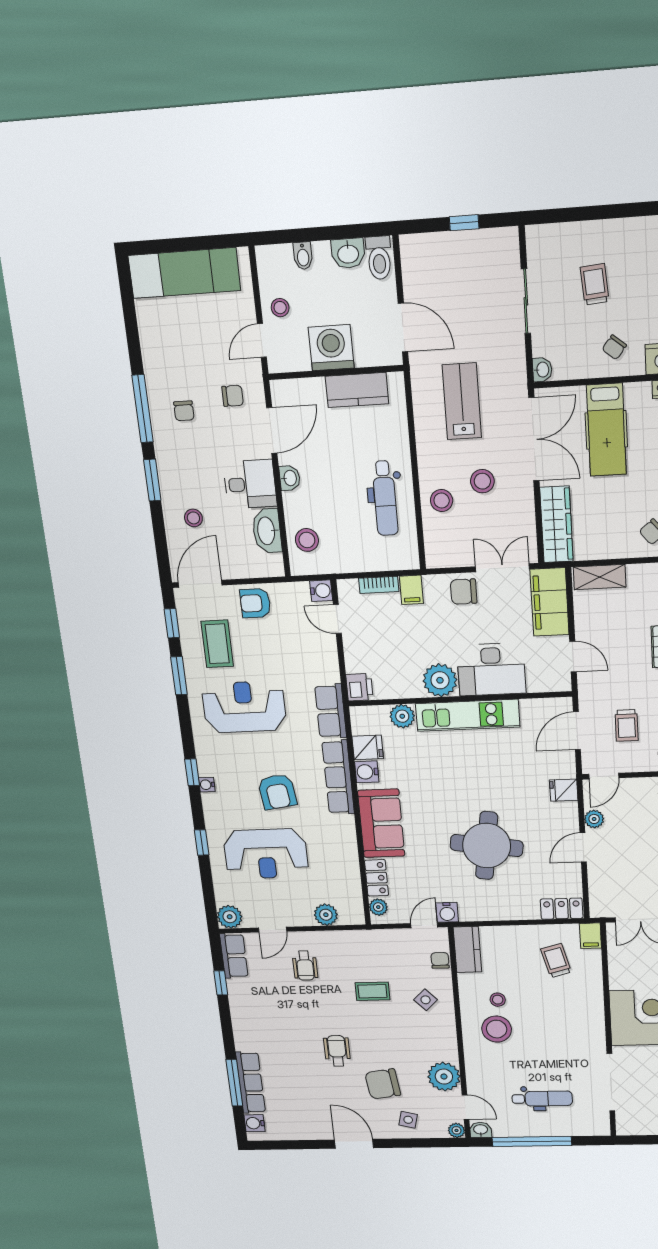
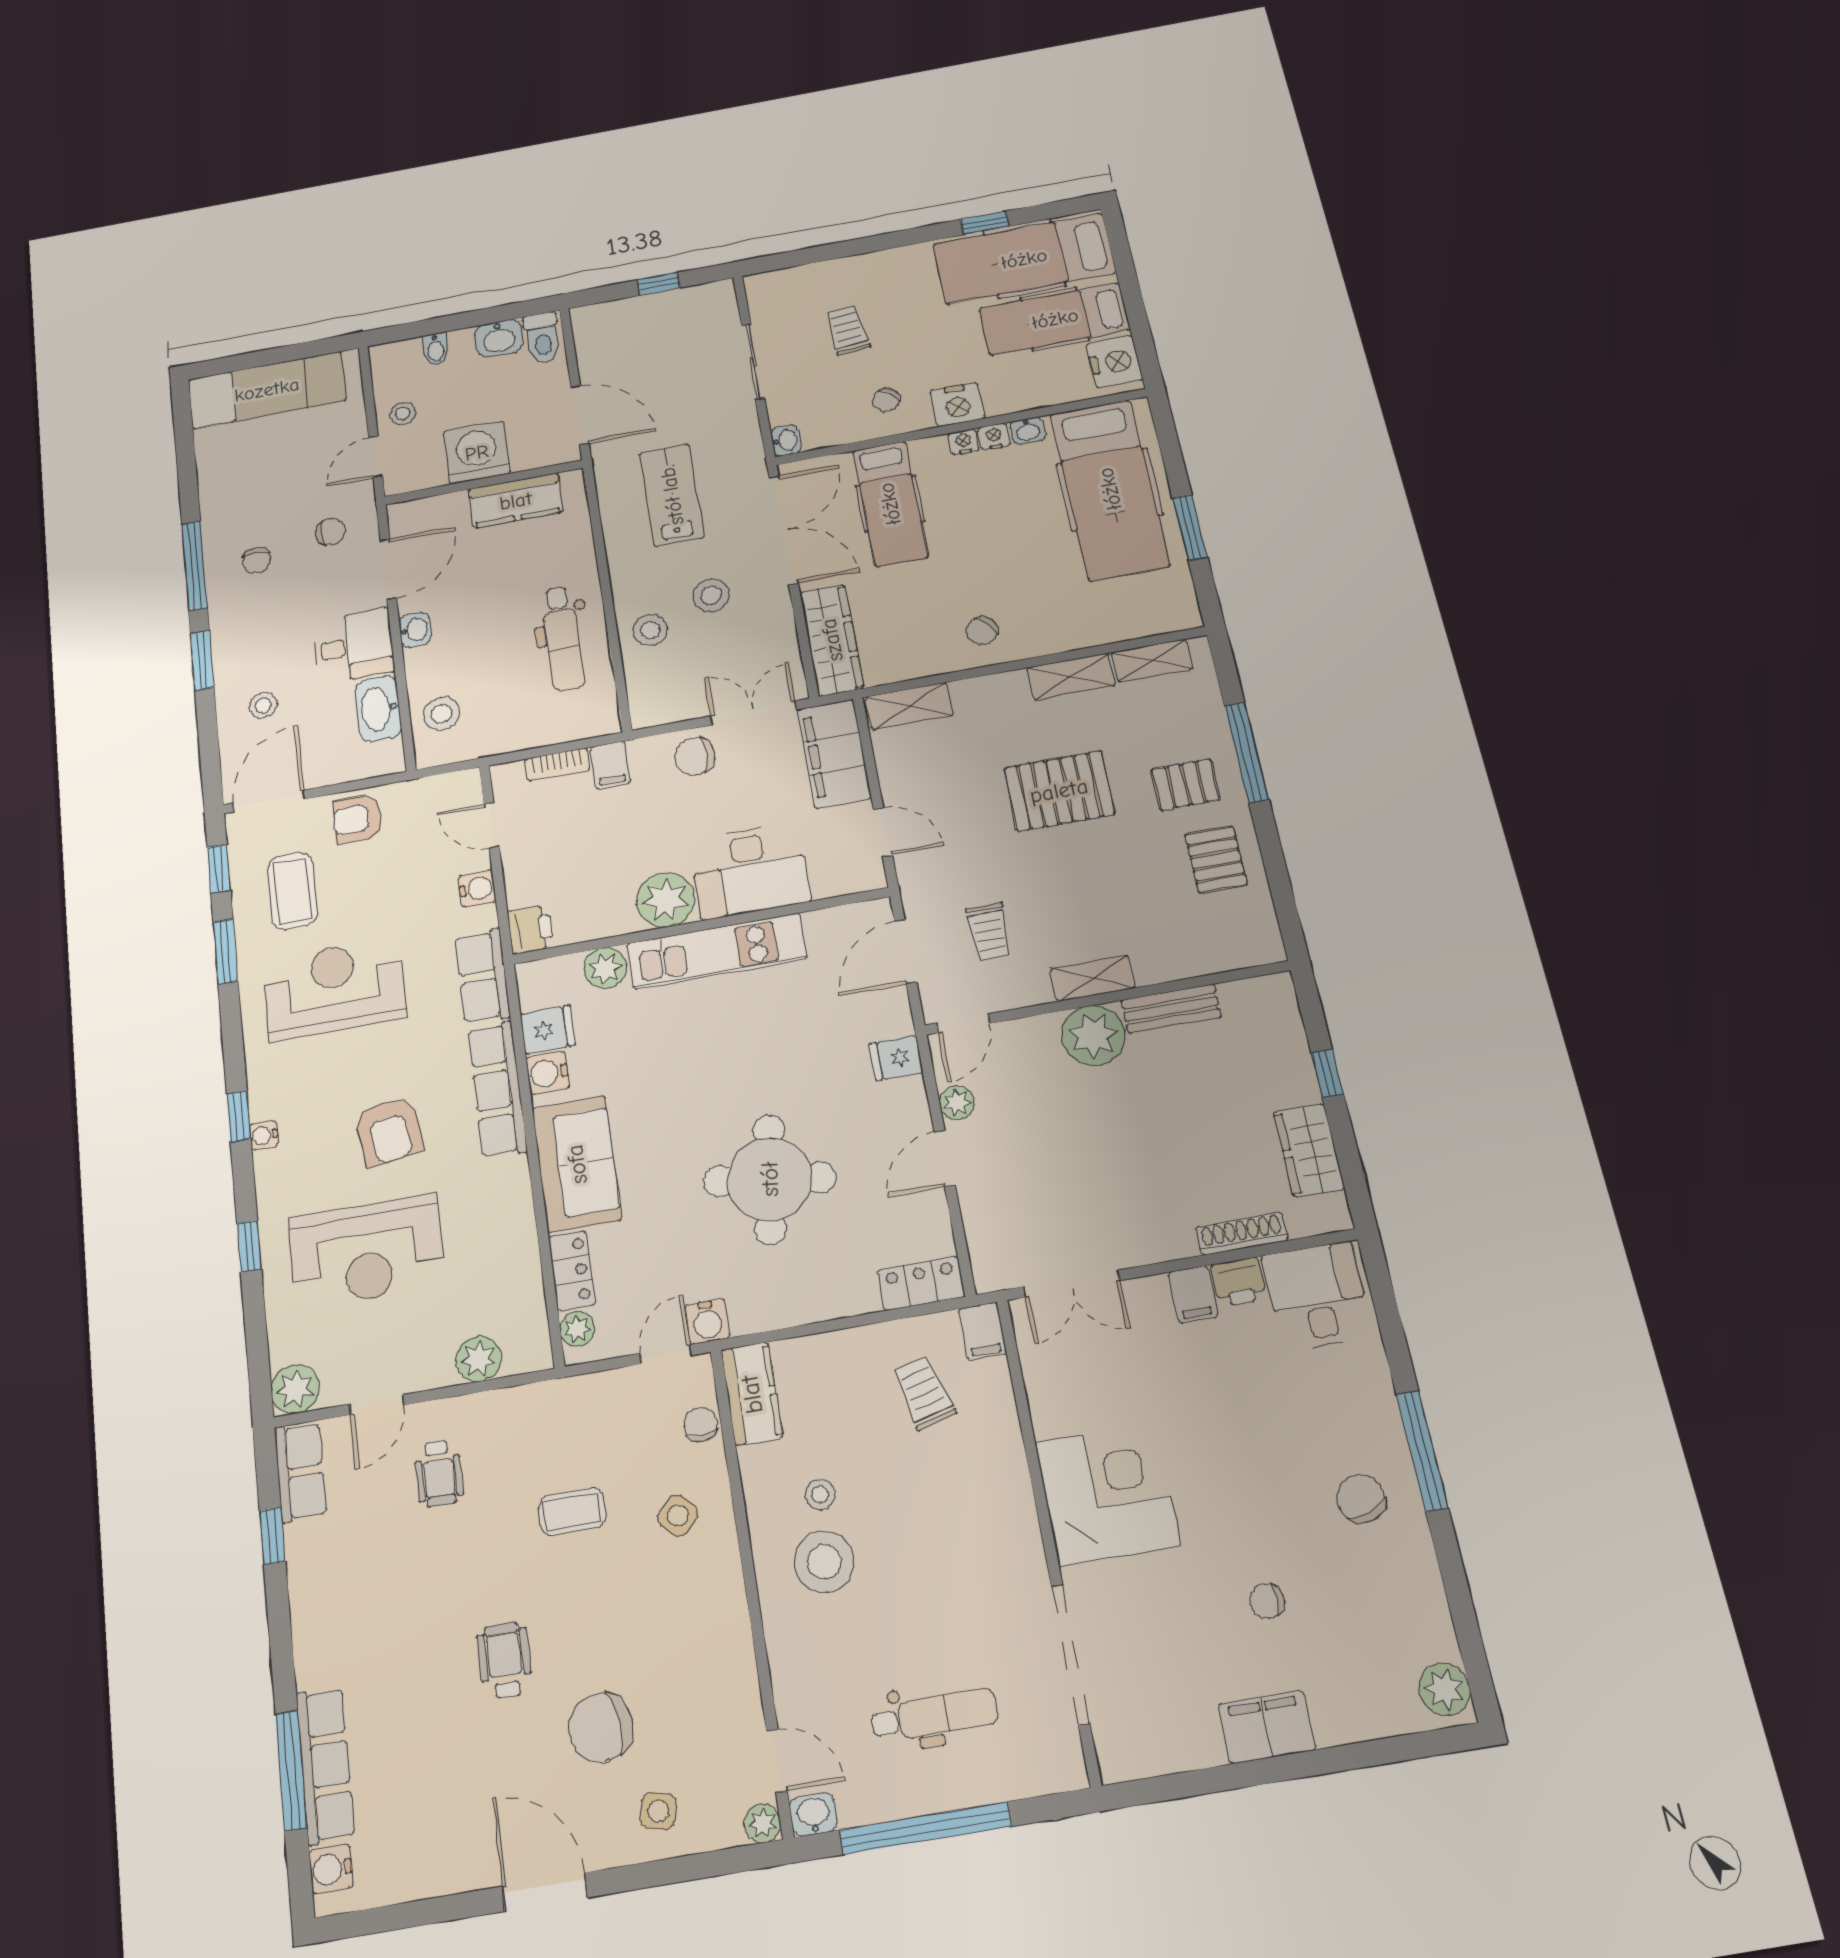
water cooler: (321, 591) -> (477, 889), moved
plant: (444, 1077) -> (726, 1691), removed

